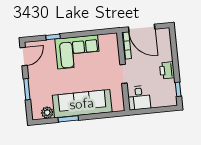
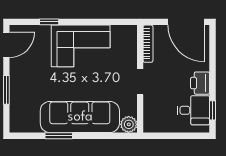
door: (142, 28) -> (186, 22), moved
desk: (139, 98) -> (193, 110), moved, turned -90
plant: (47, 113) -> (129, 124), moved

